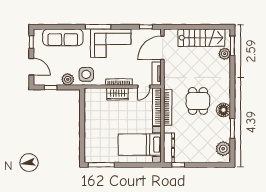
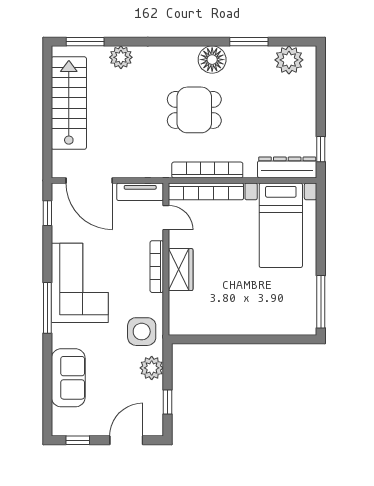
sofa: (63, 37) -> (68, 378), width x0.73
plant: (225, 54) -> (121, 57), moved

